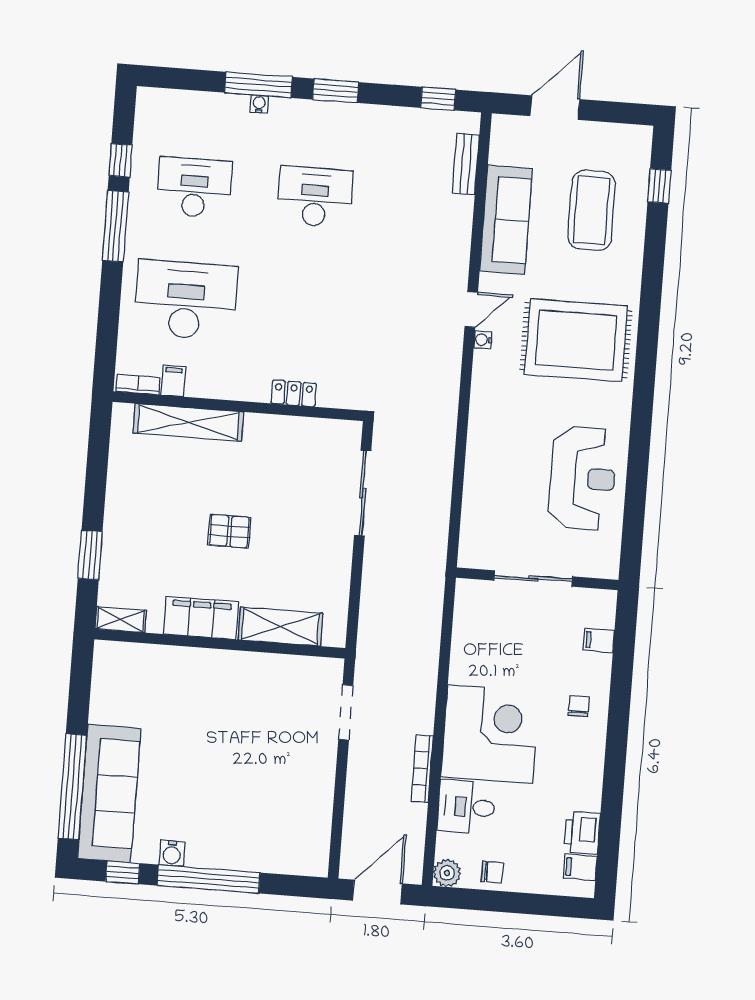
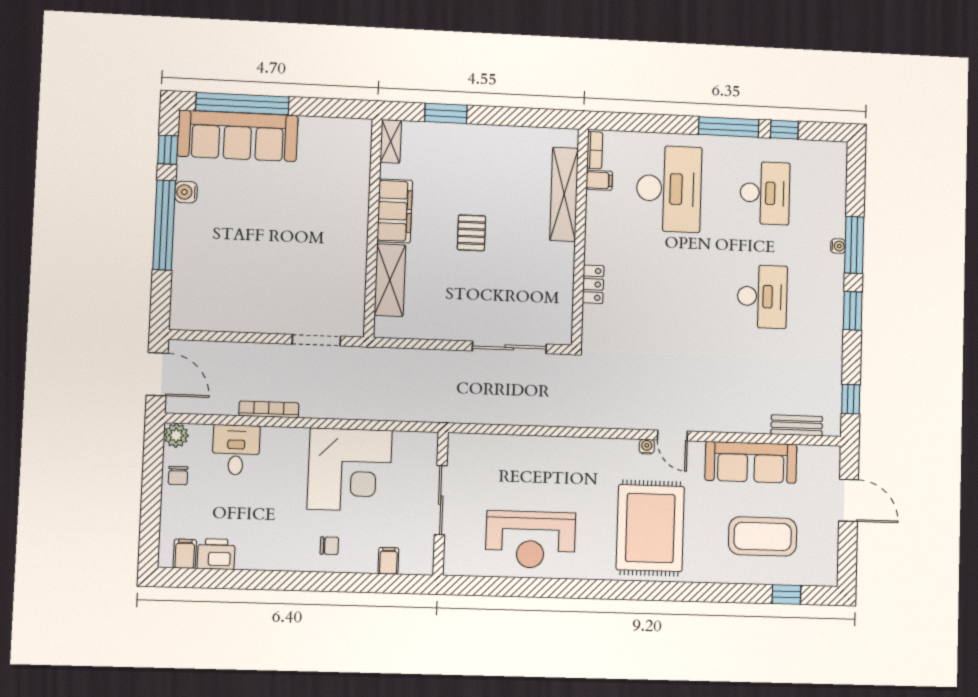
corner desk: (490, 734) -> (350, 470), moved

